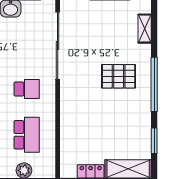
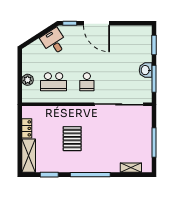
pallet: (119, 76) -> (72, 139), moved

